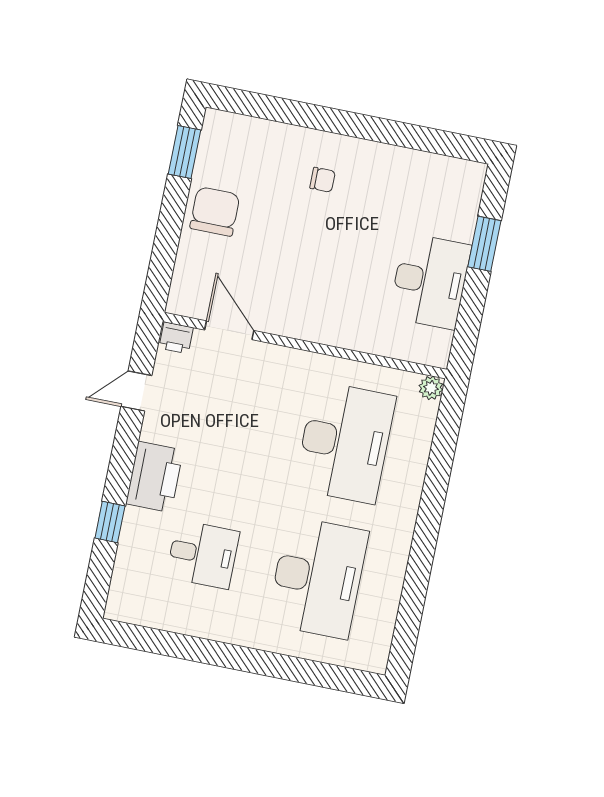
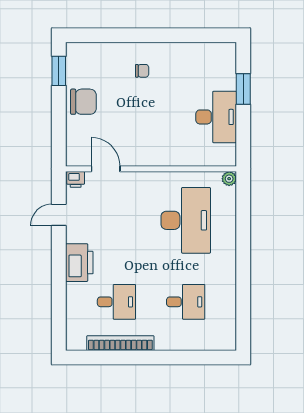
chair: (215, 211) -> (83, 102), turned 90
window: (110, 522) -> (59, 294), removed
desk: (318, 578) -> (186, 302), width x0.53, depth x0.77
bookcase: (196, 624) -> (120, 343), added

